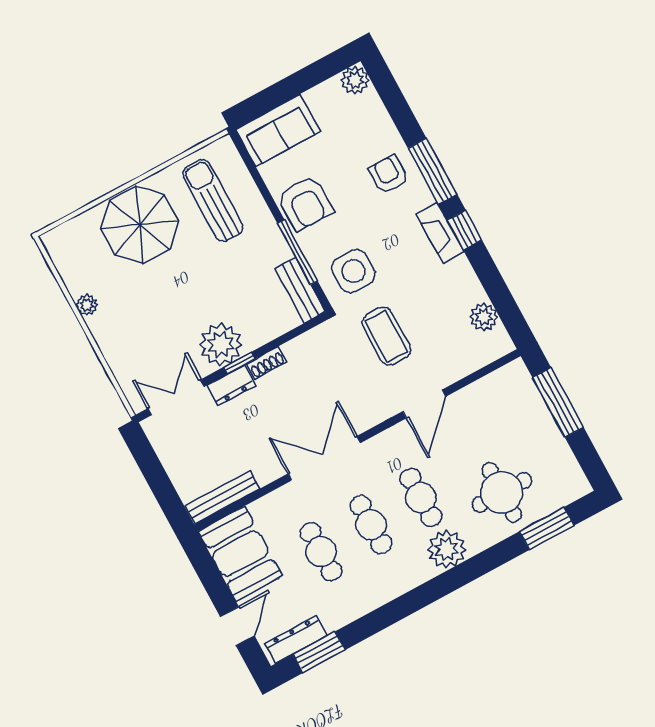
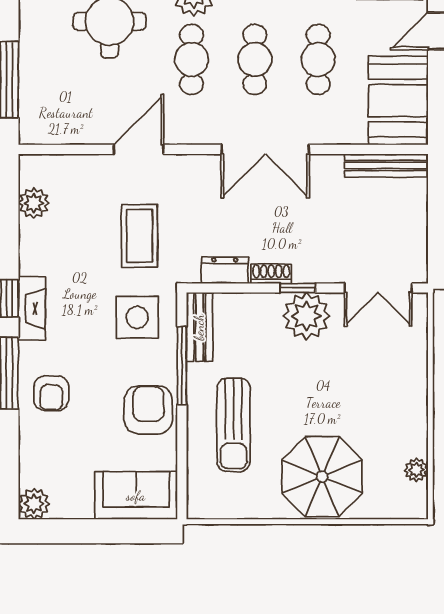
sun lounger: (213, 200) -> (234, 425), moved
plant: (87, 305) -> (416, 470), moved
dresser: (231, 385) -> (225, 270), moved

